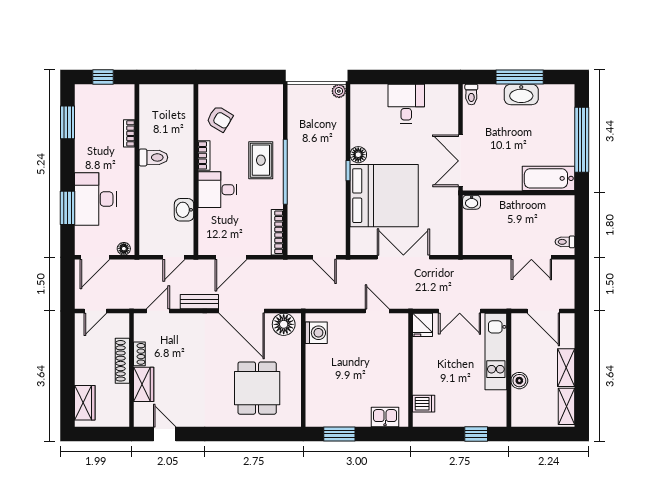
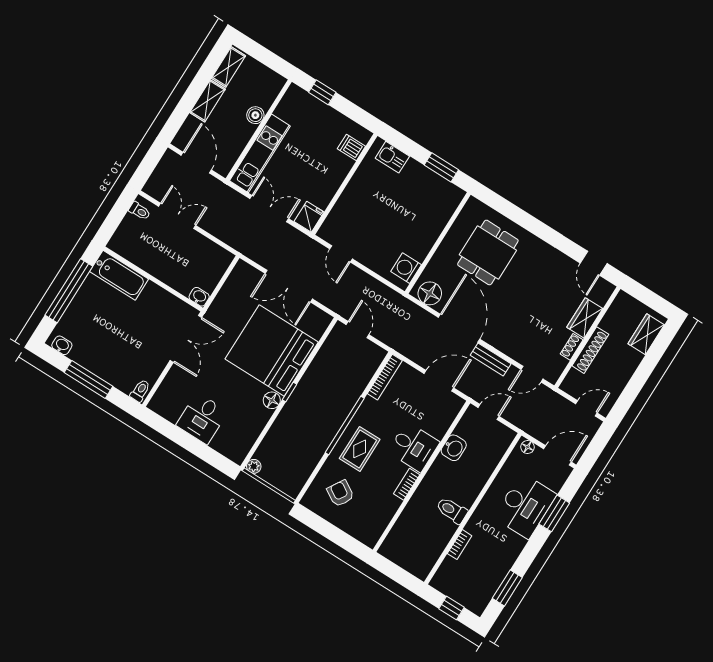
washbasin: (521, 94) -> (62, 345), moved, width x0.52, depth x0.69
armchair: (220, 119) -> (340, 493), moved

